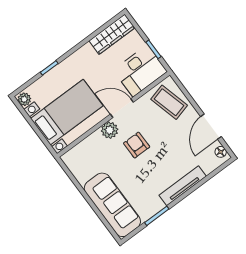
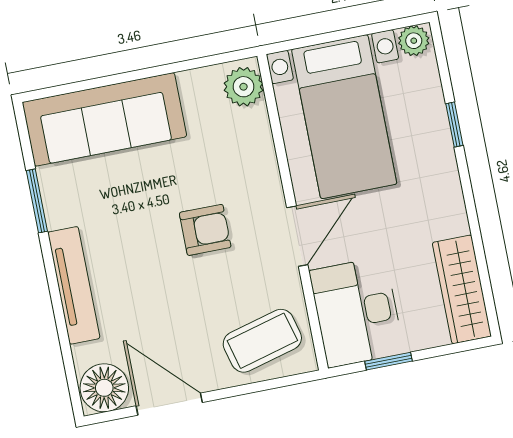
plant: (110, 130) -> (243, 87), moved
floor lamp: (221, 152) -> (104, 388), width x1.89, depth x1.89

